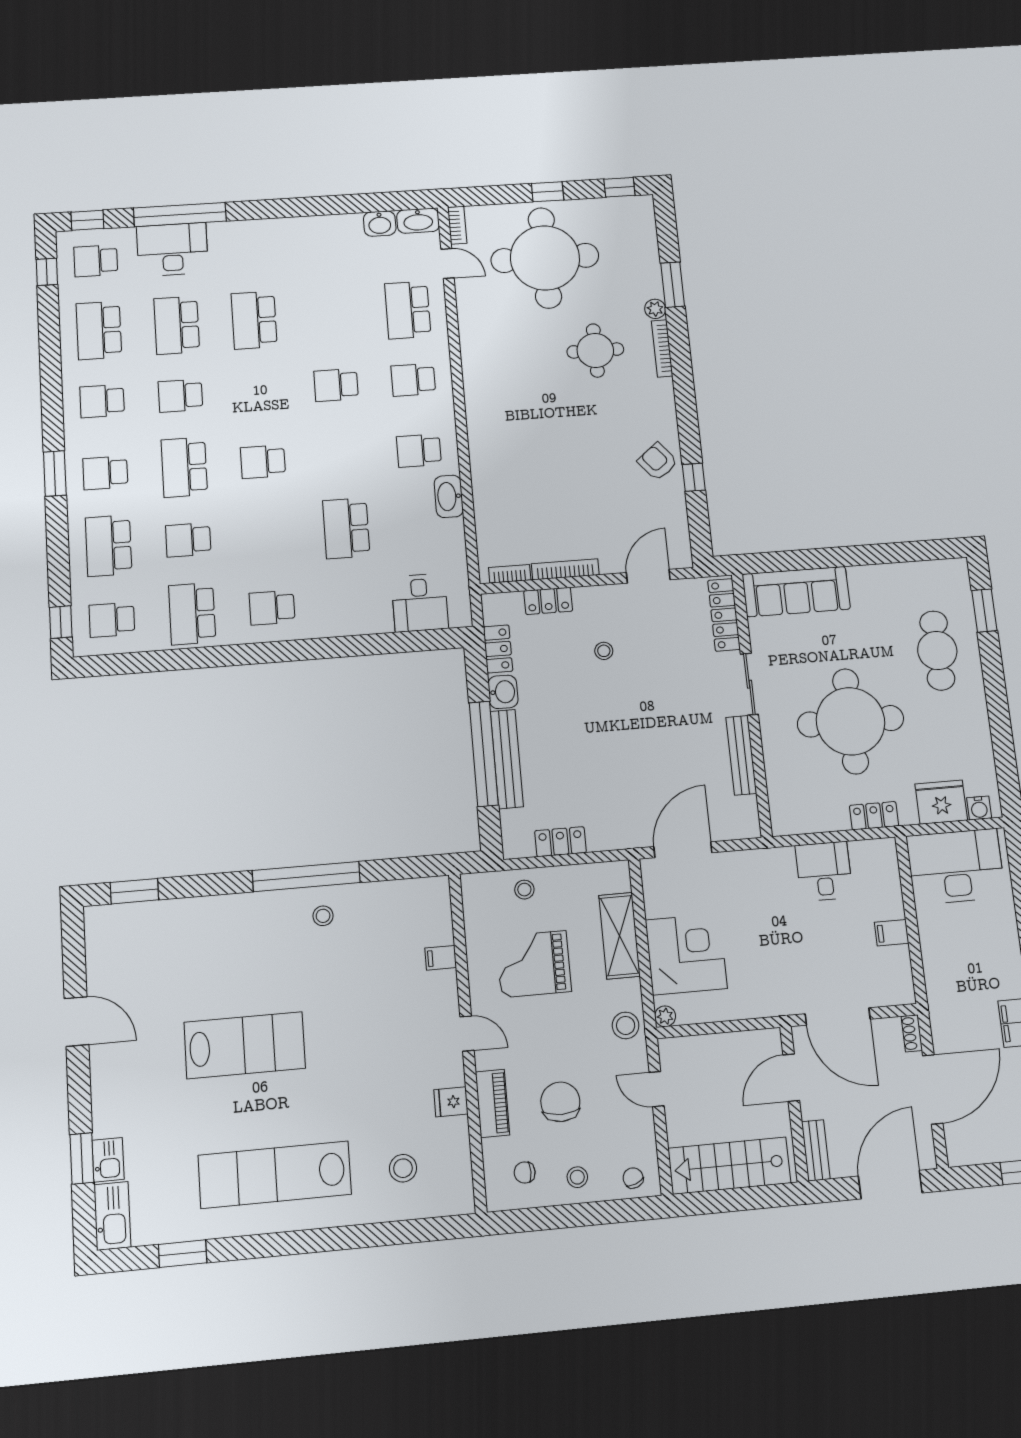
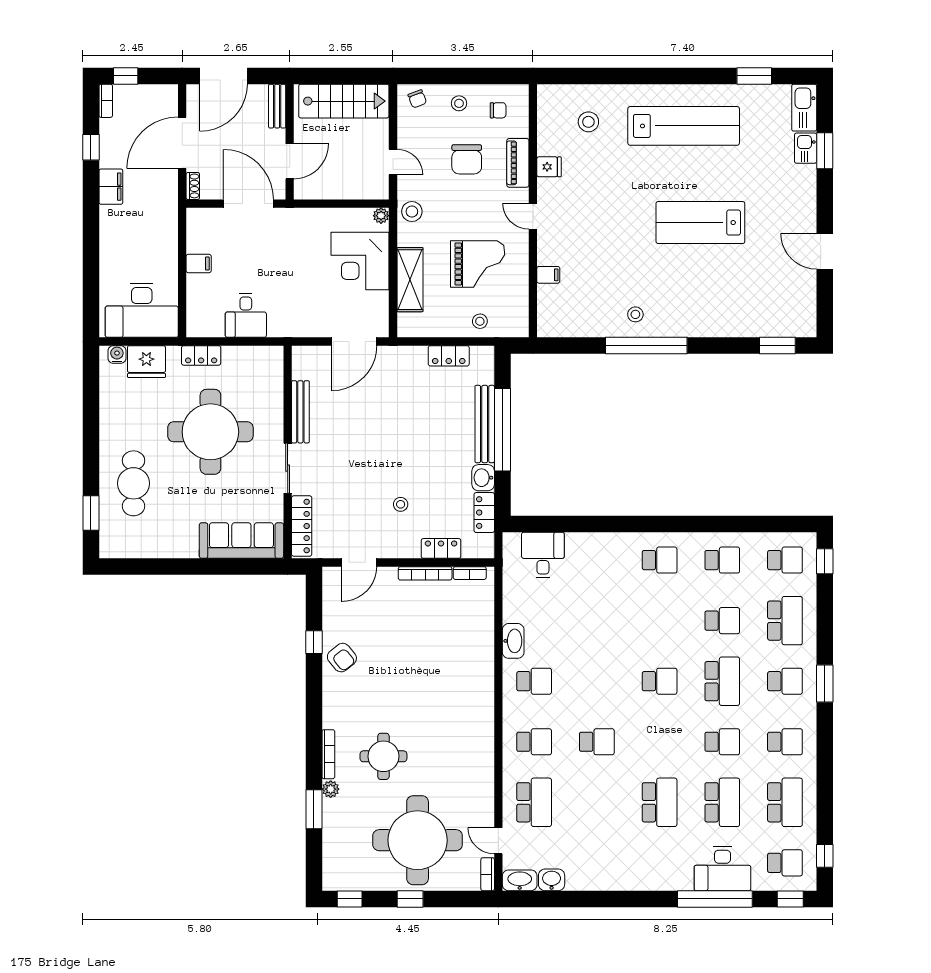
school desk: (346, 528) -> (597, 621), removed
school desk: (192, 614) -> (722, 560), width x0.54

